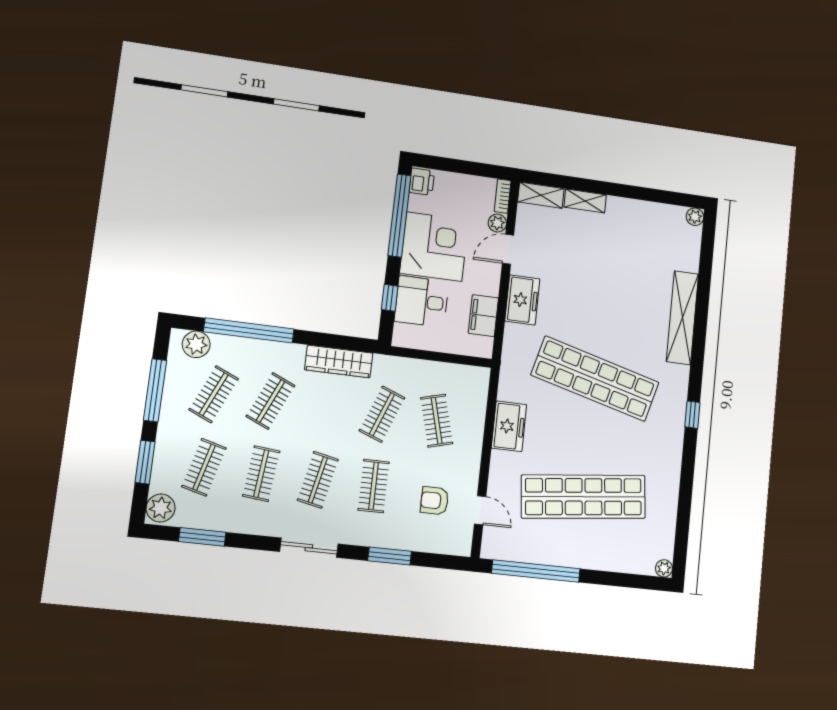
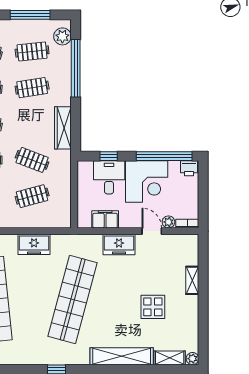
shelving: (541, 195) -> (170, 358), moved, turned 90
display table: (617, 263) -> (153, 307), added
clothes rail: (214, 394) -> (32, 51), turned -30
clothes rail: (271, 401) -> (32, 88), turned -33

